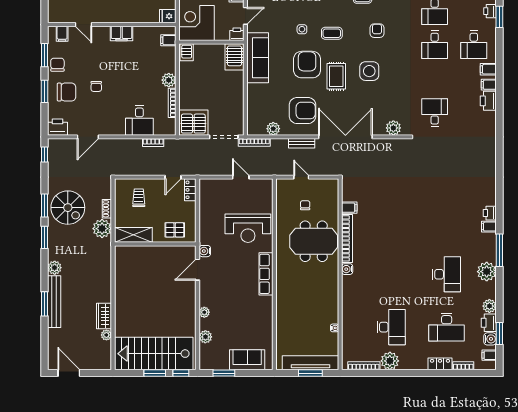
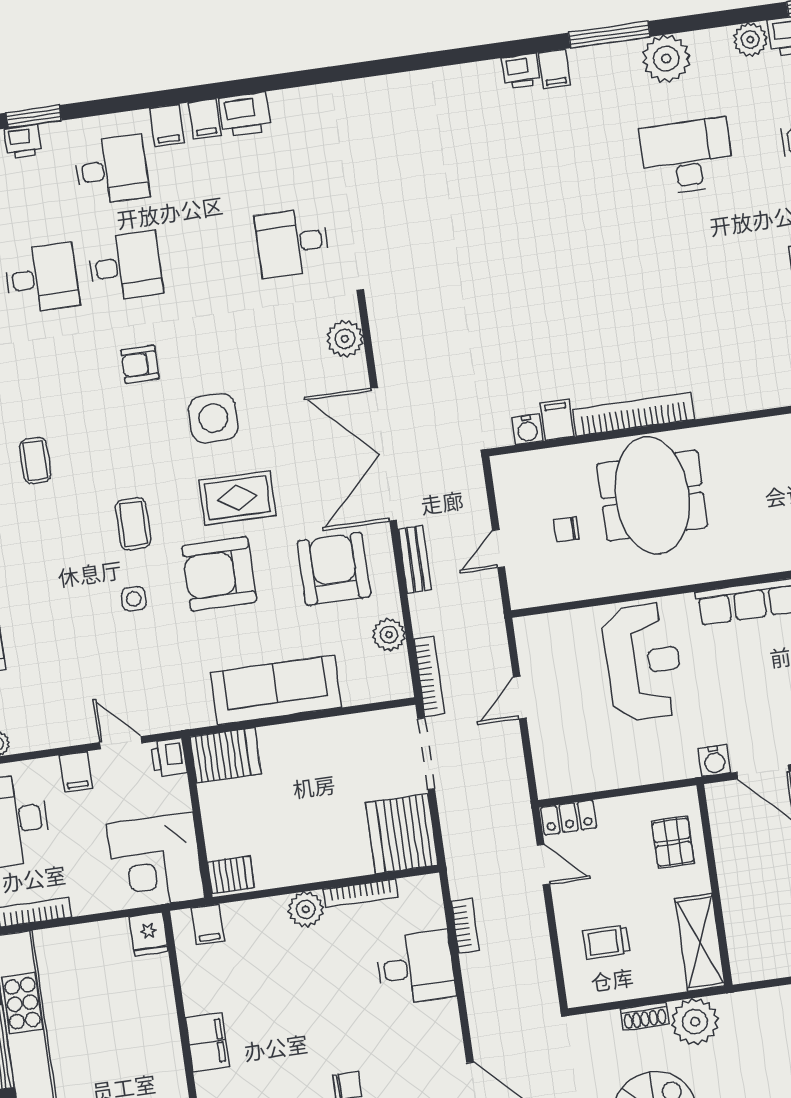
armchair: (377, 31) -> (140, 364), moved
sofa: (258, 58) -> (276, 690), moved
water cooler: (347, 269) -> (527, 429), moved

